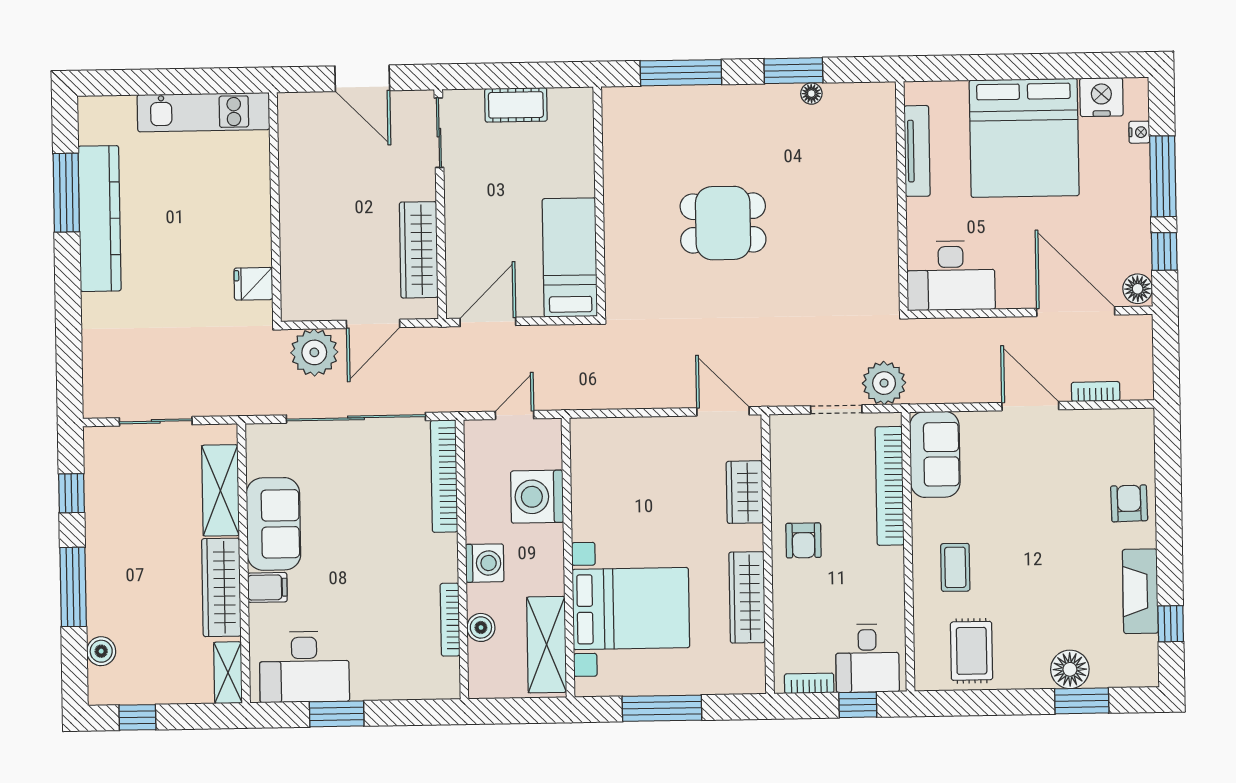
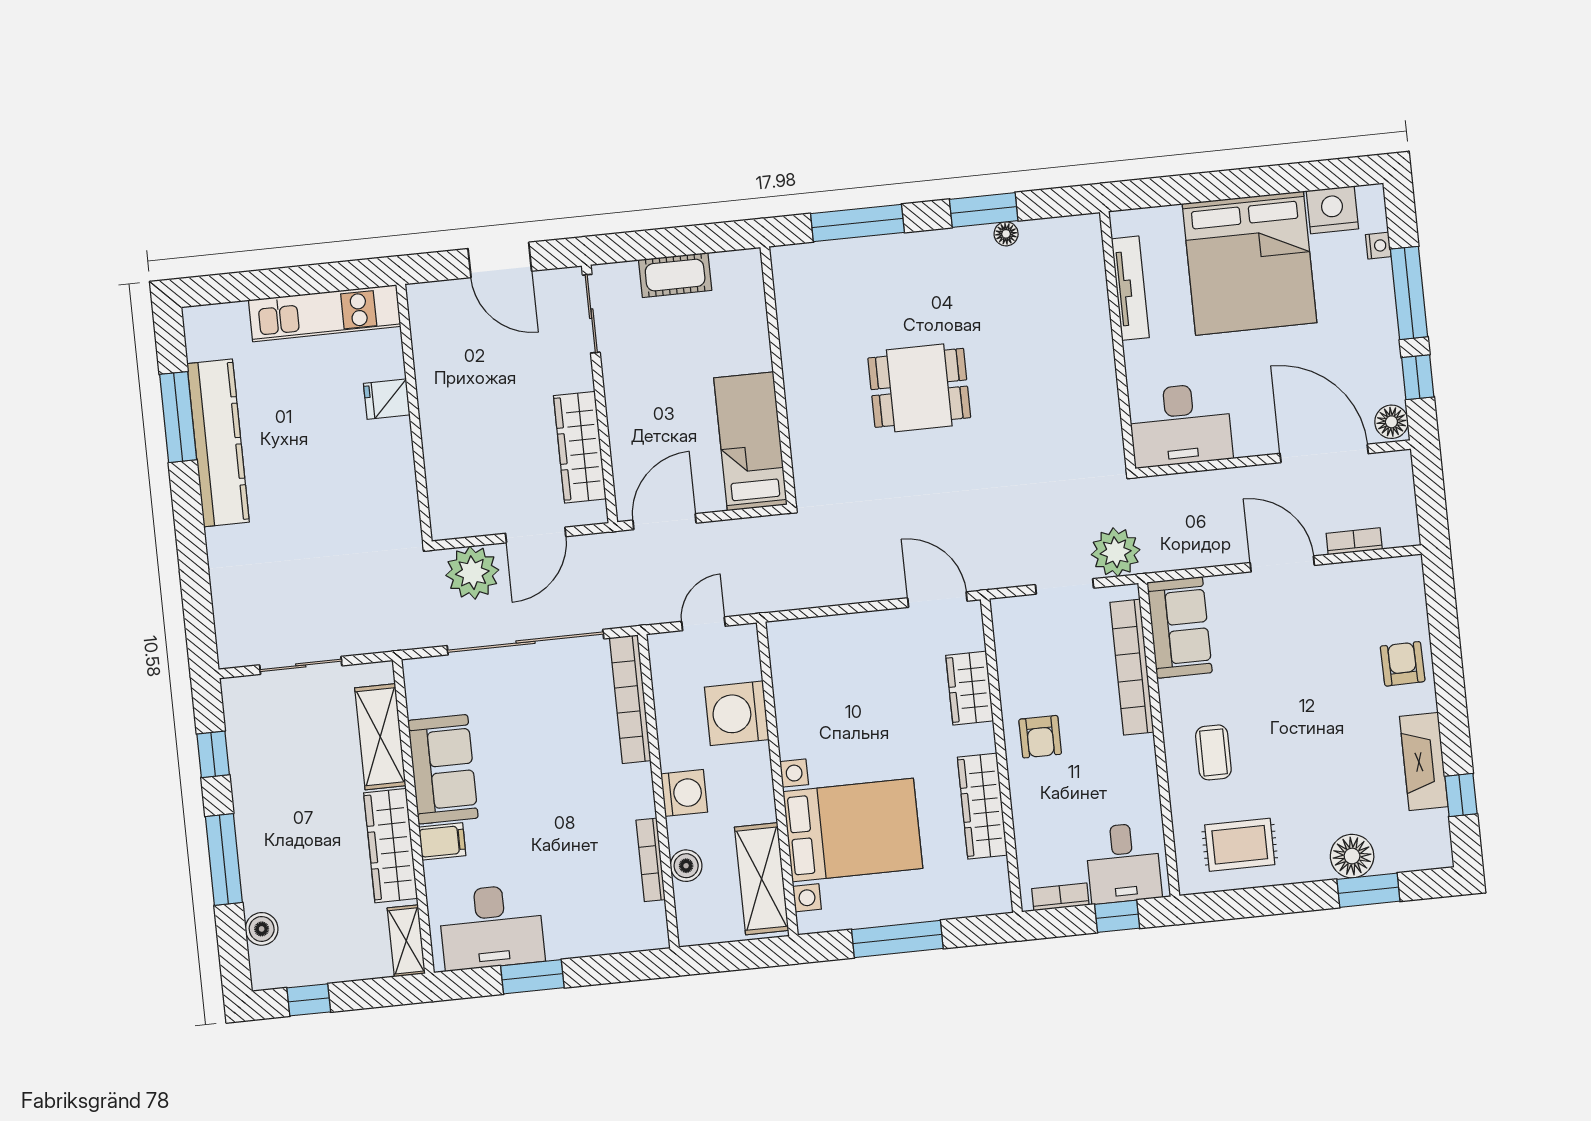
fridge: (253, 284) -> (387, 399), moved
rug: (972, 651) -> (1240, 845), turned 90

